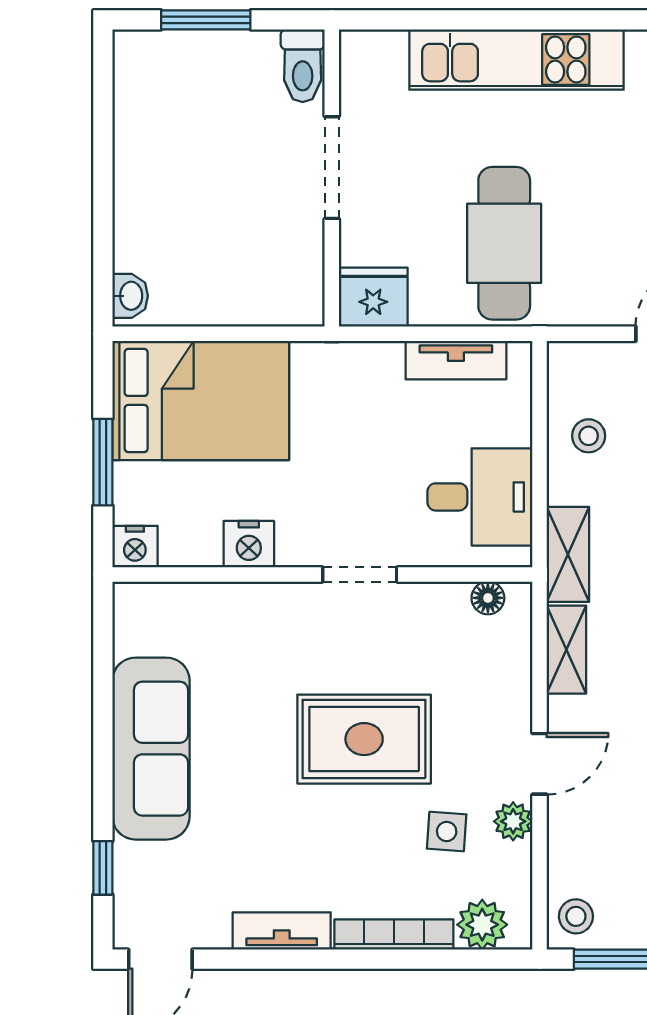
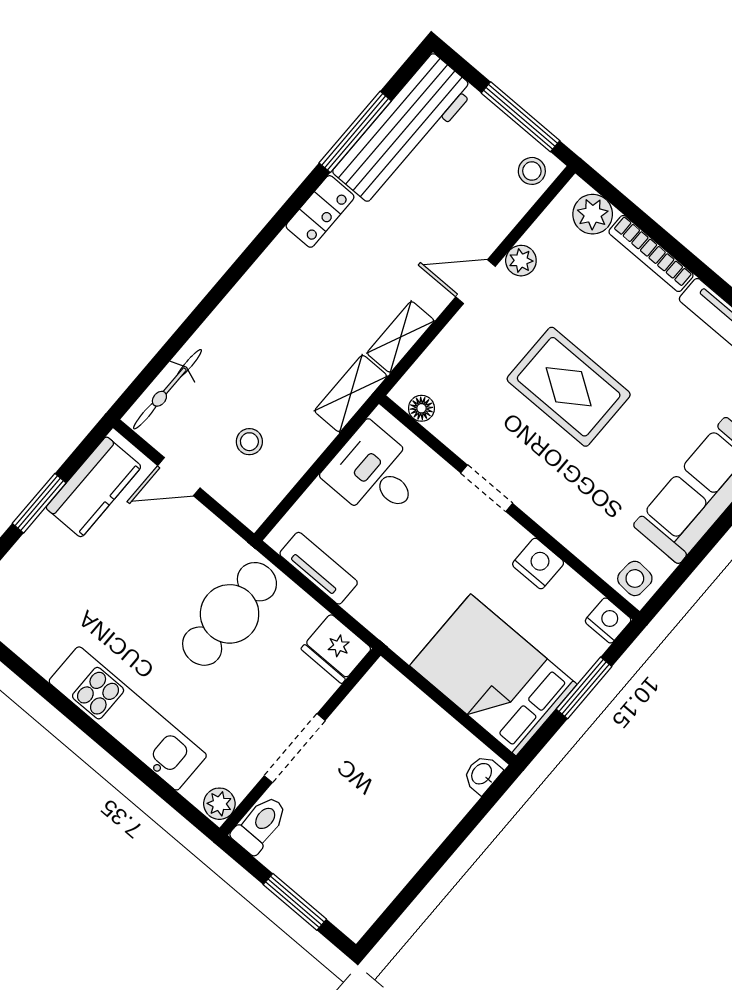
plant: (359, 52) -> (219, 804), added
stool: (589, 436) -> (249, 442), moved
side table: (447, 832) -> (635, 578), moved

